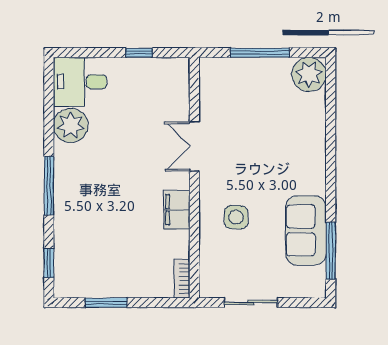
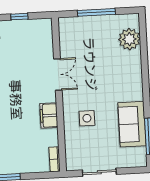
plant: (309, 74) -> (129, 39), moved
double door: (194, 146) -> (58, 74), swing flipped

